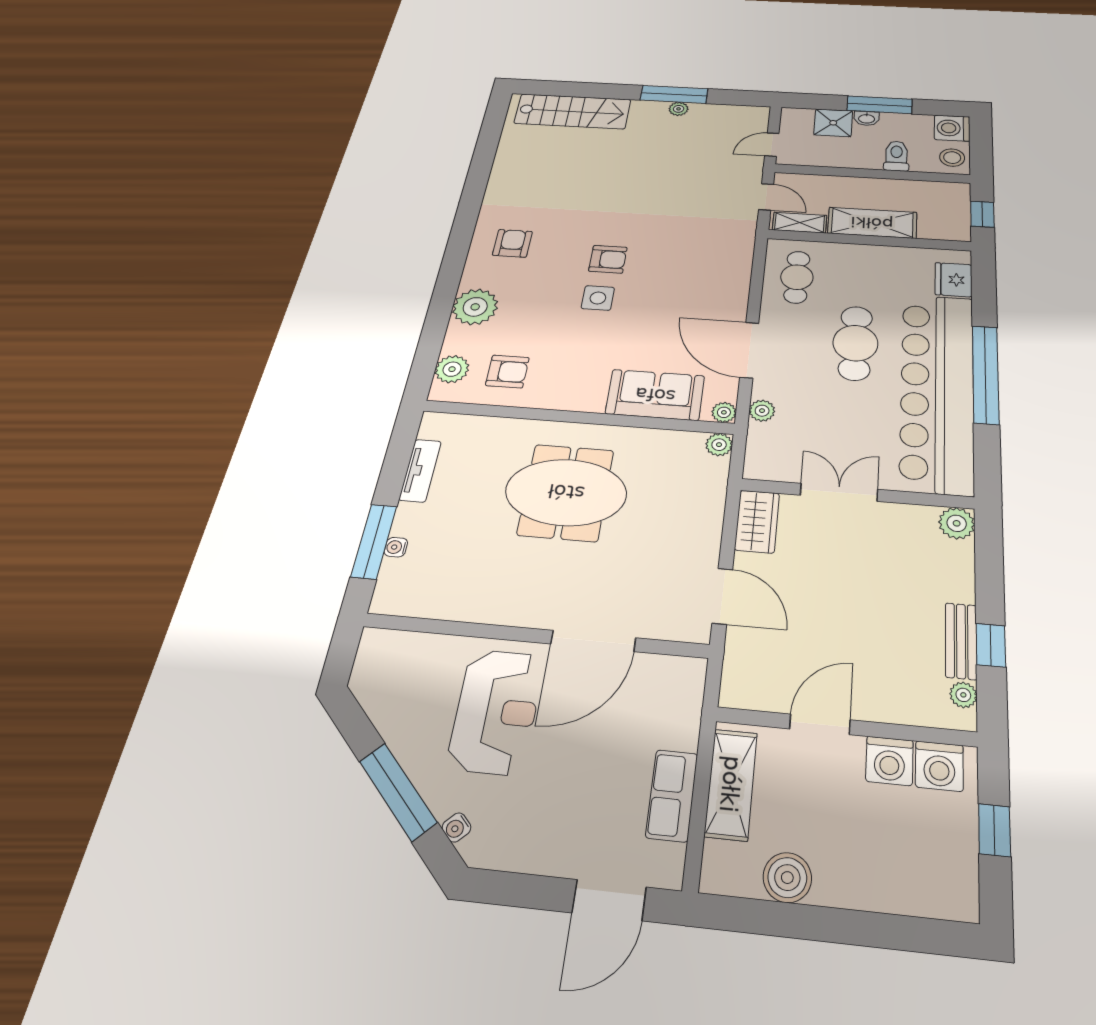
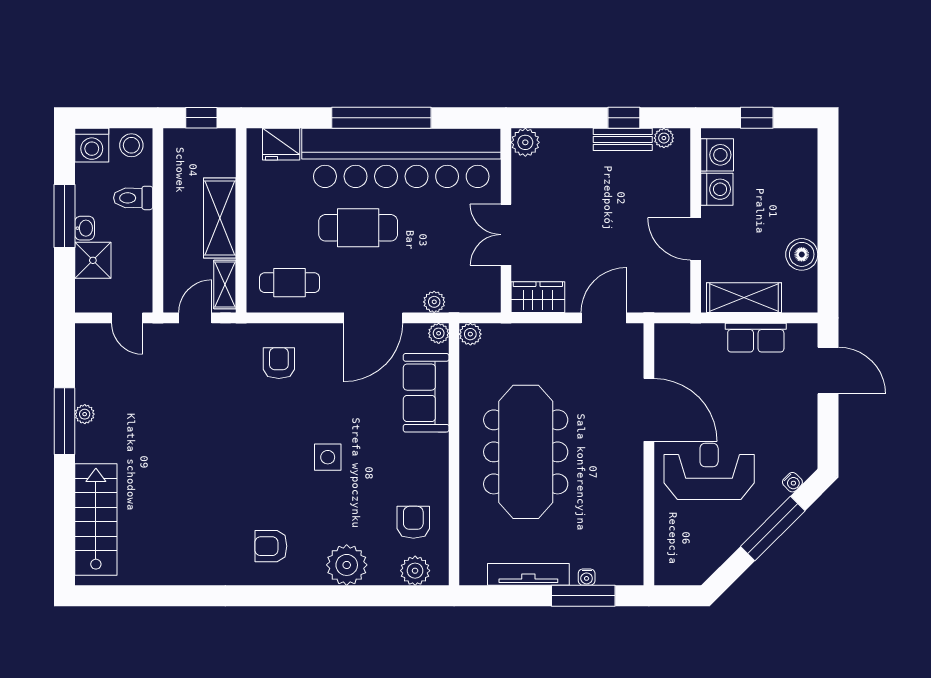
armchair: (608, 259) -> (279, 363), moved
tv unit: (420, 471) -> (528, 574), width x1.41
meeting table: (566, 492) -> (526, 452), width x1.36

